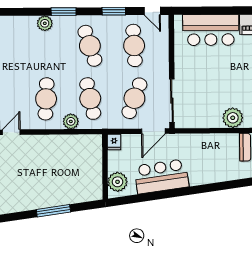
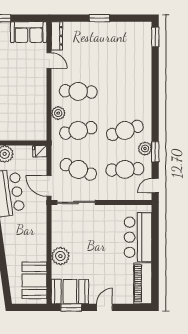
window: (64, 12) -> (155, 107), removed
plant: (45, 23) -> (145, 149), moved

